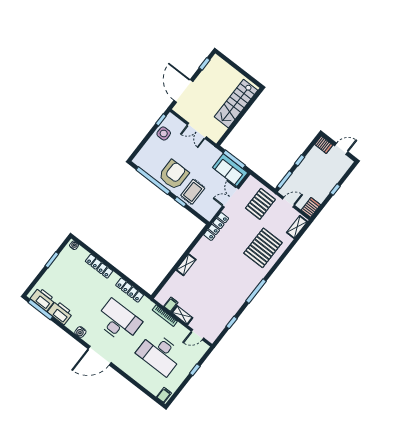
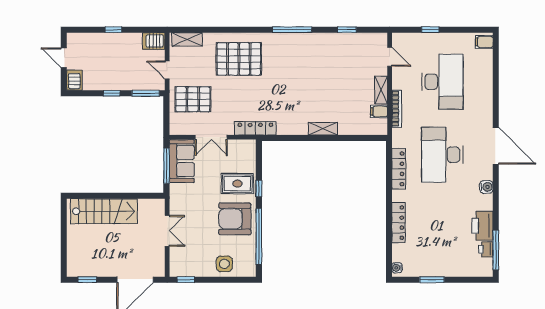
side table: (164, 133) -> (224, 264), moved
printer: (43, 299) -> (486, 249), width x0.53, depth x0.68

